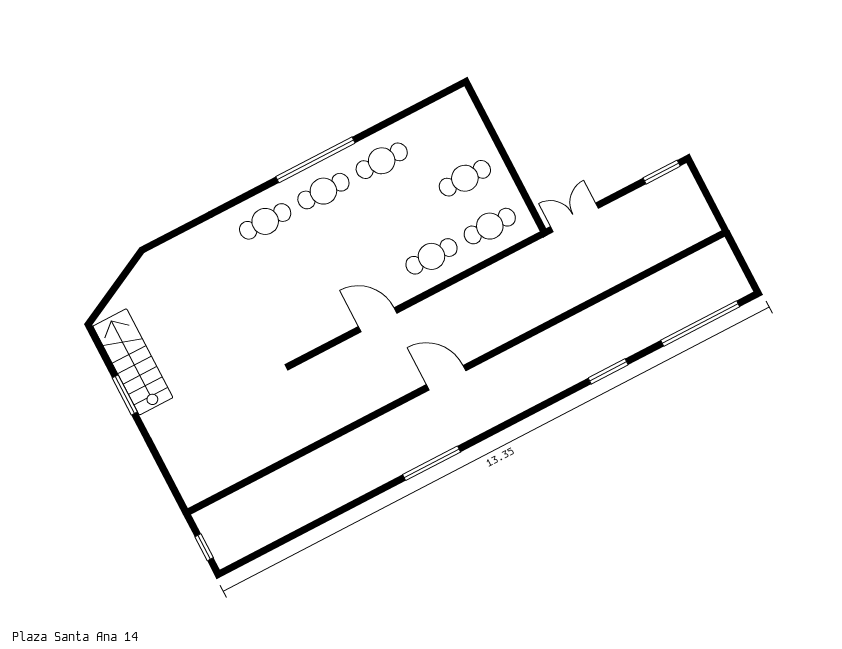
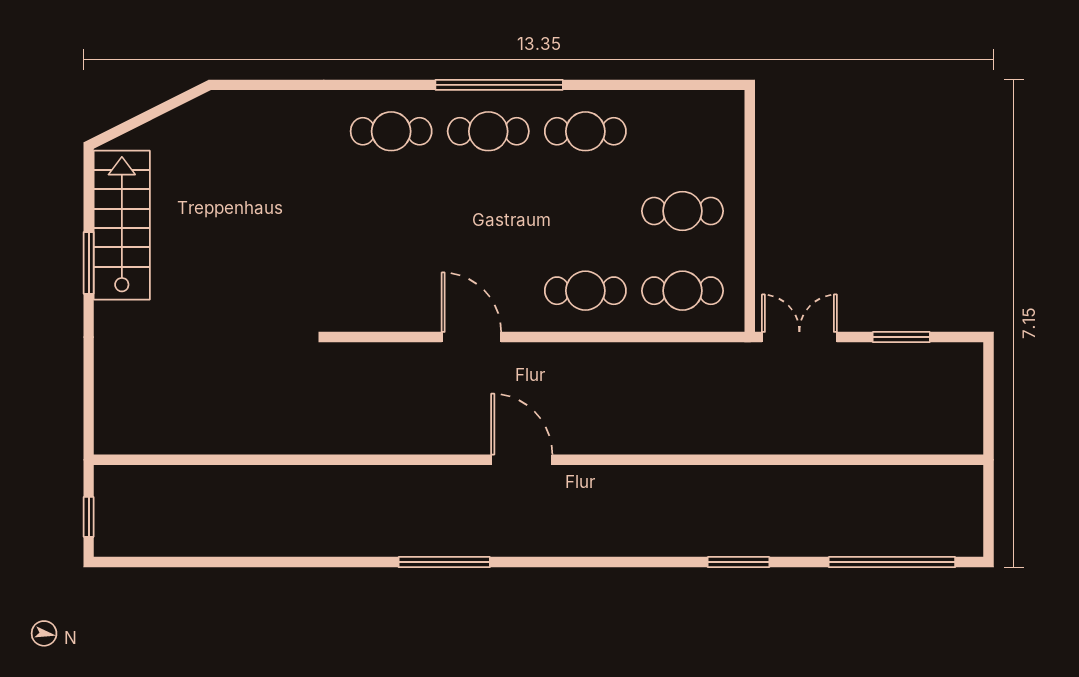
window: (662, 172) -> (901, 337), moved

